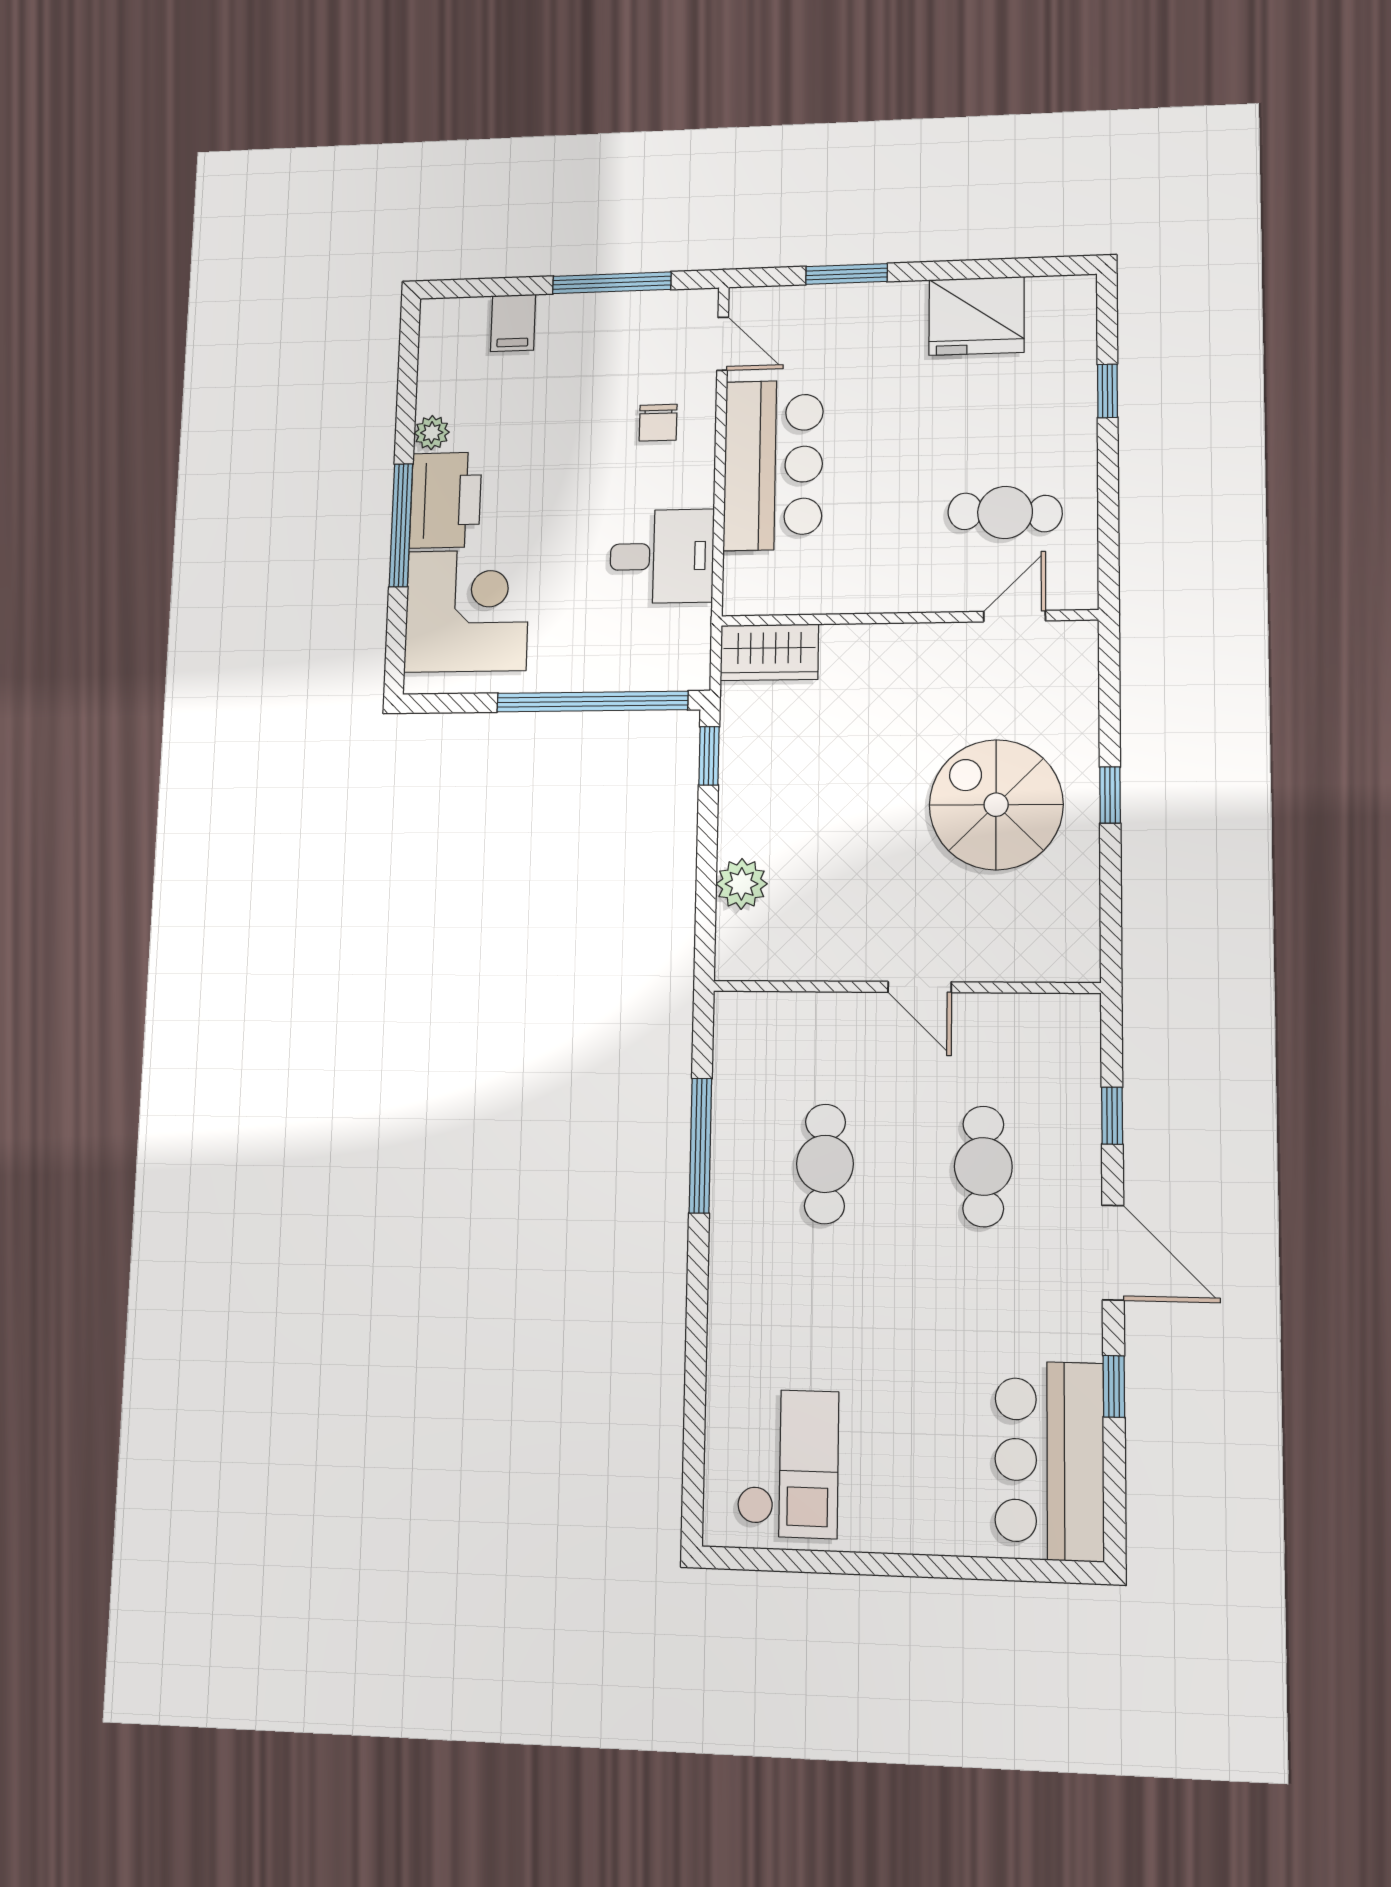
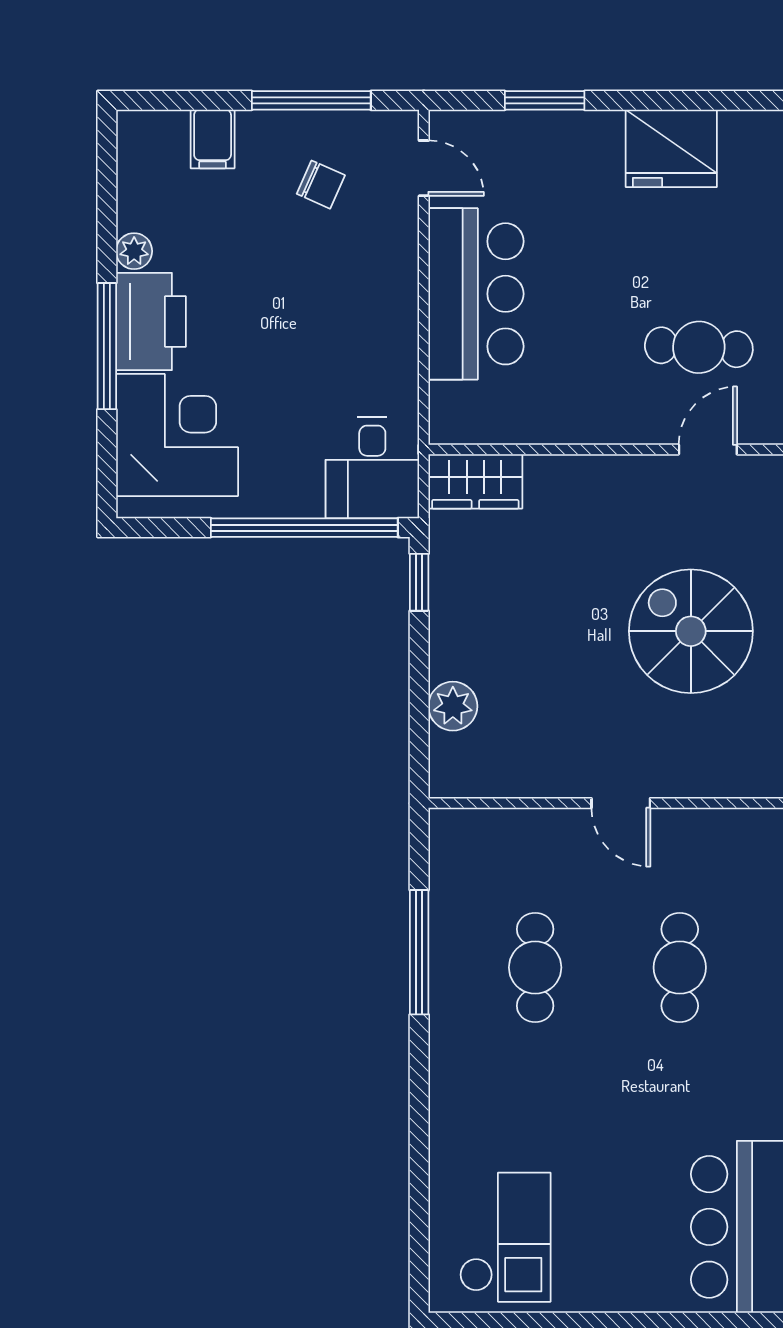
chair: (658, 423) -> (321, 185), moved, turned -66
desk: (662, 556) -> (372, 468), moved, turned 90

